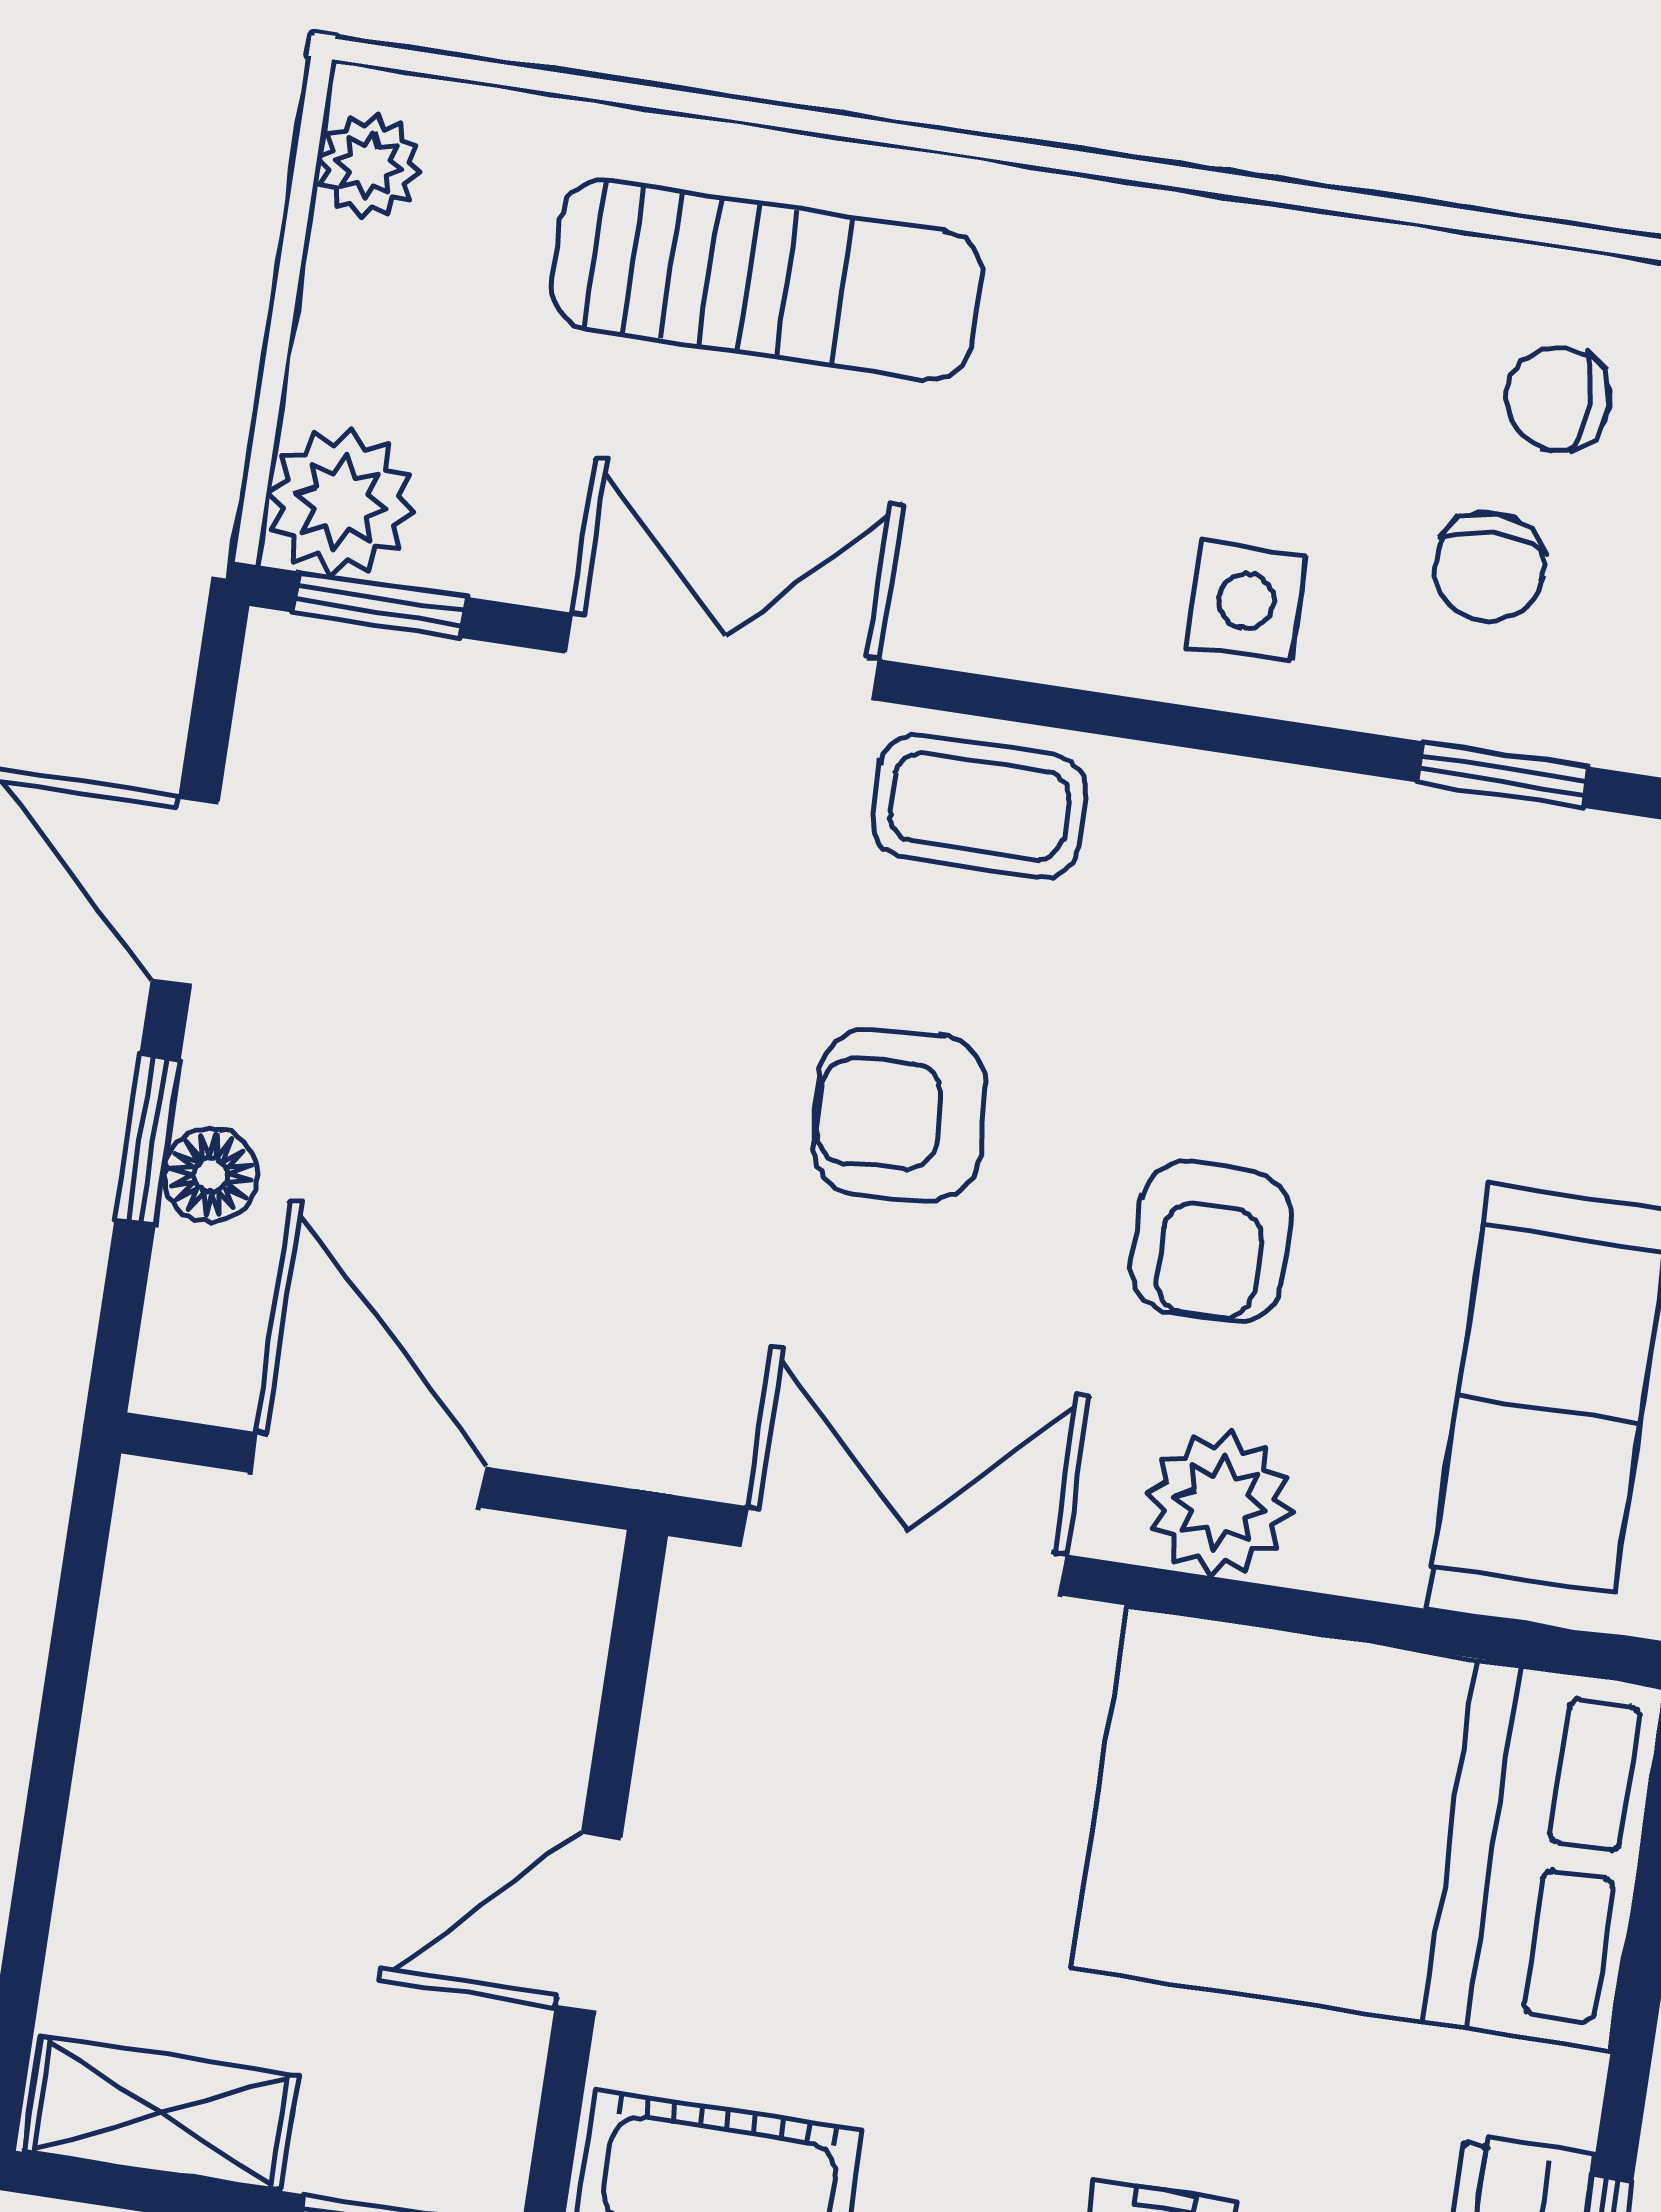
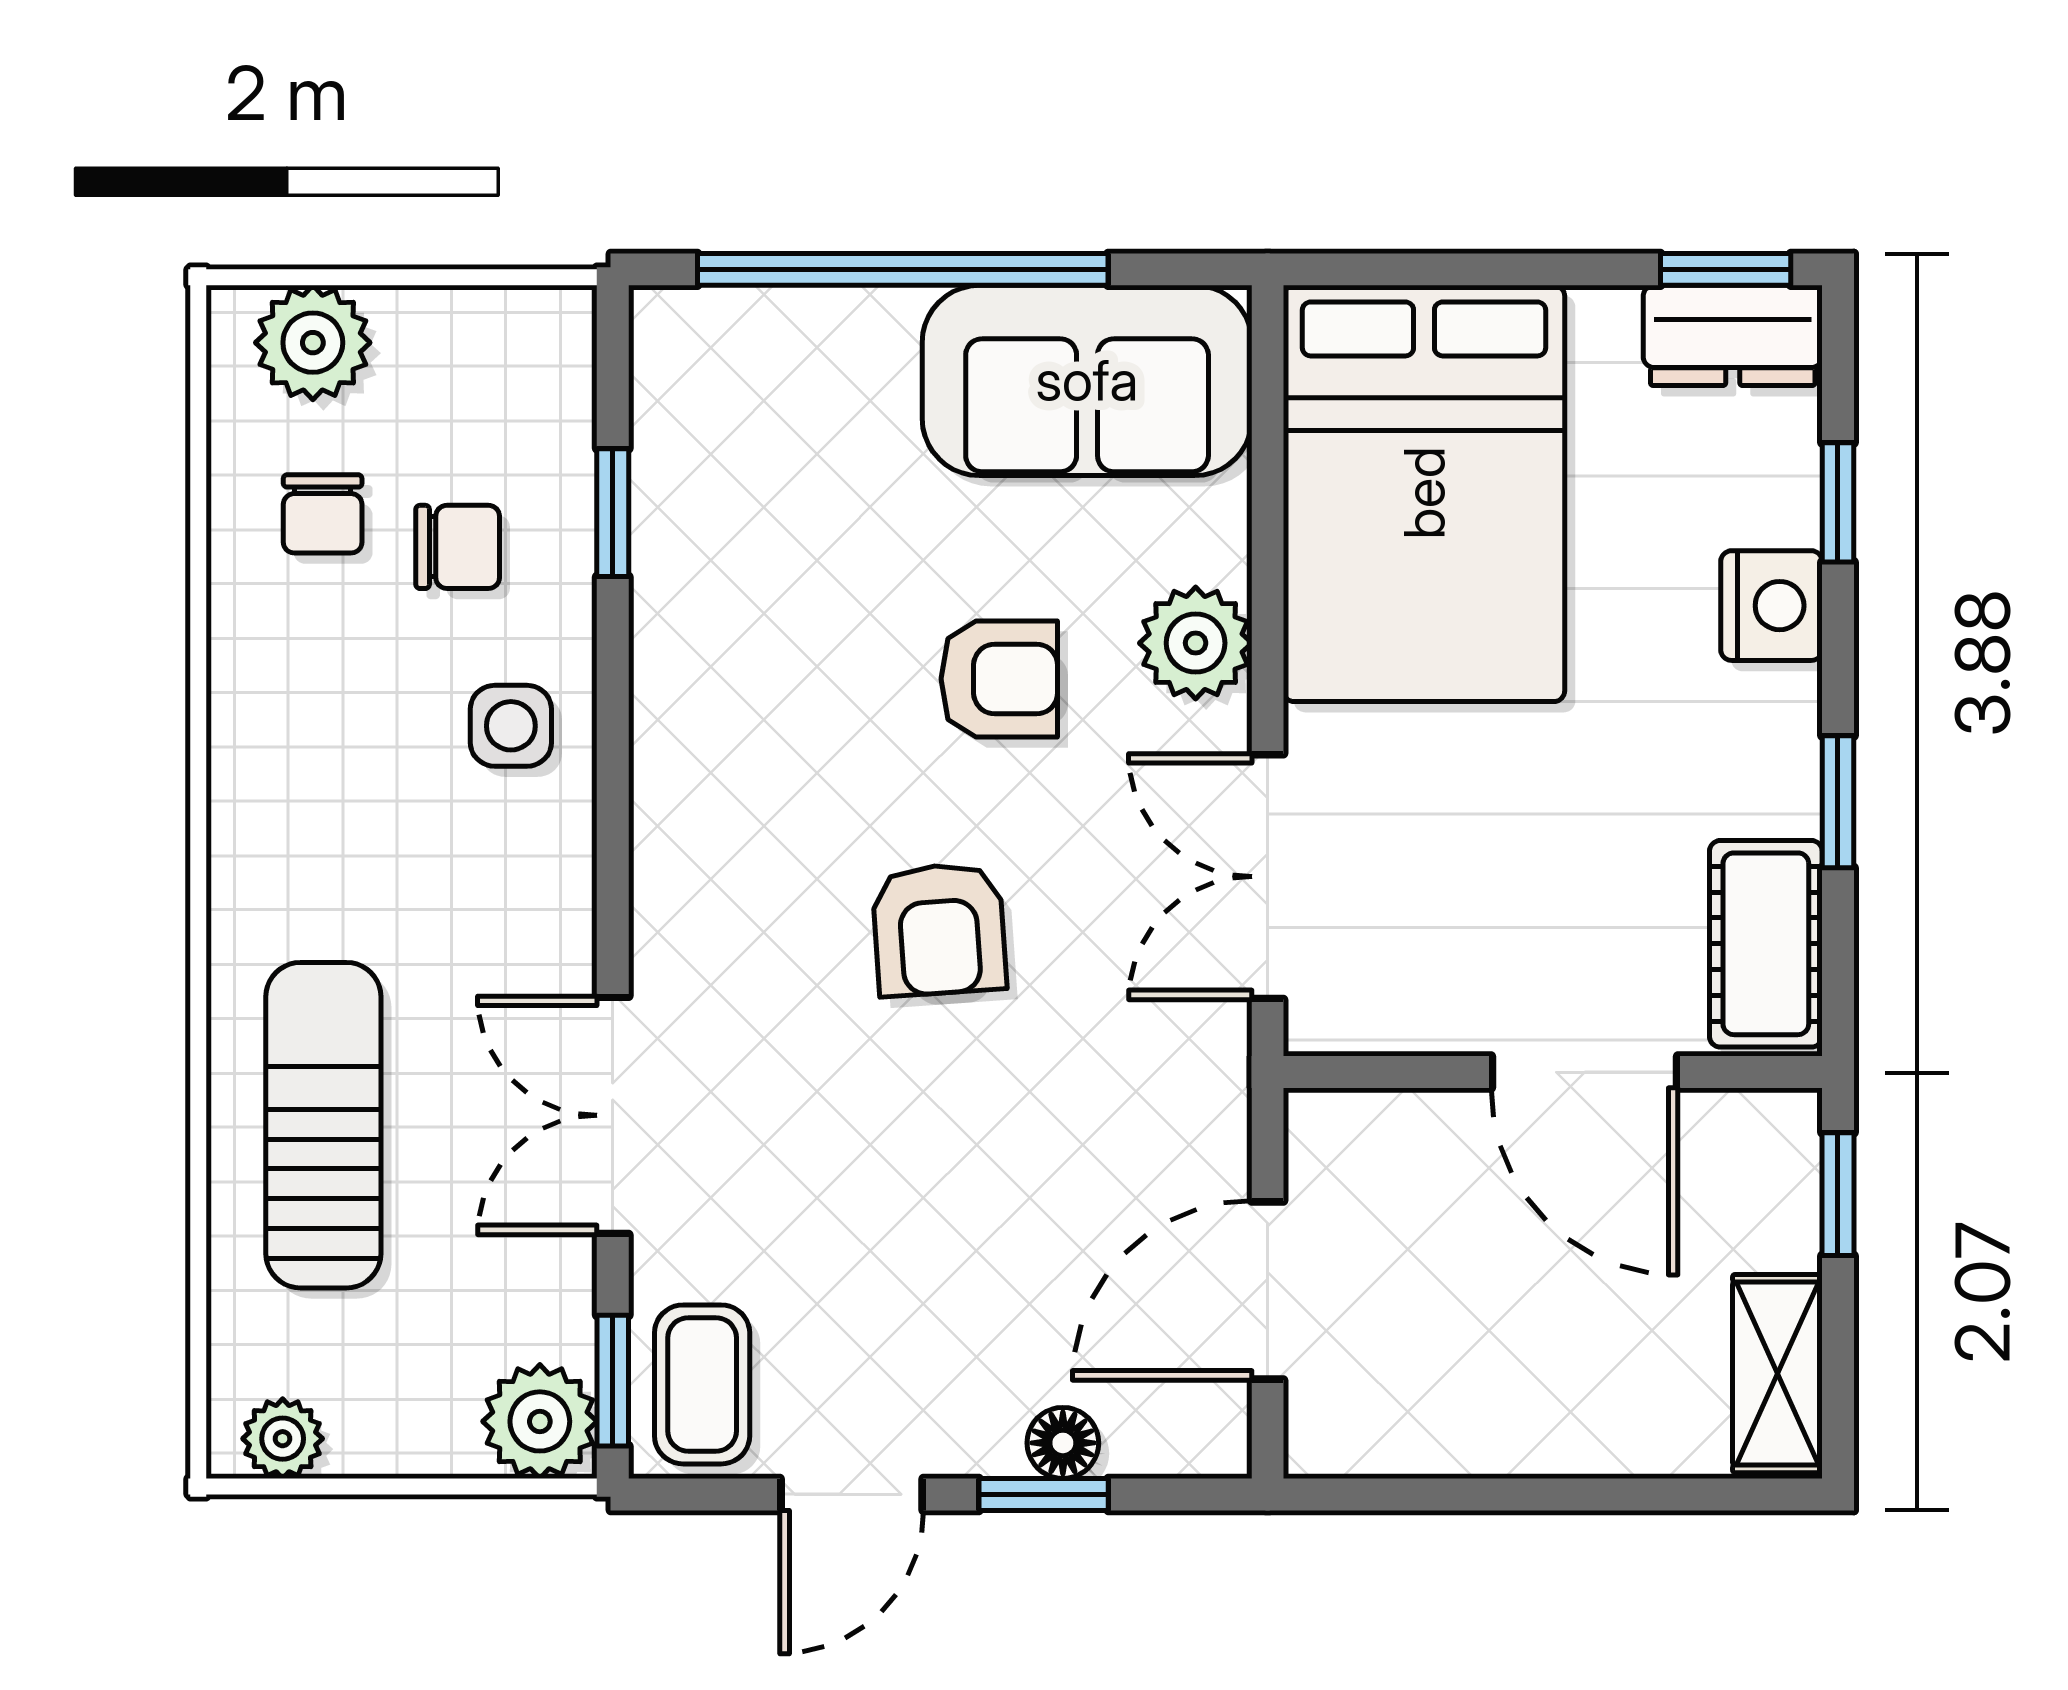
coffee table: (979, 806) -> (702, 1384), moved
door: (588, 1923) -> (1584, 1072), width x1.38

